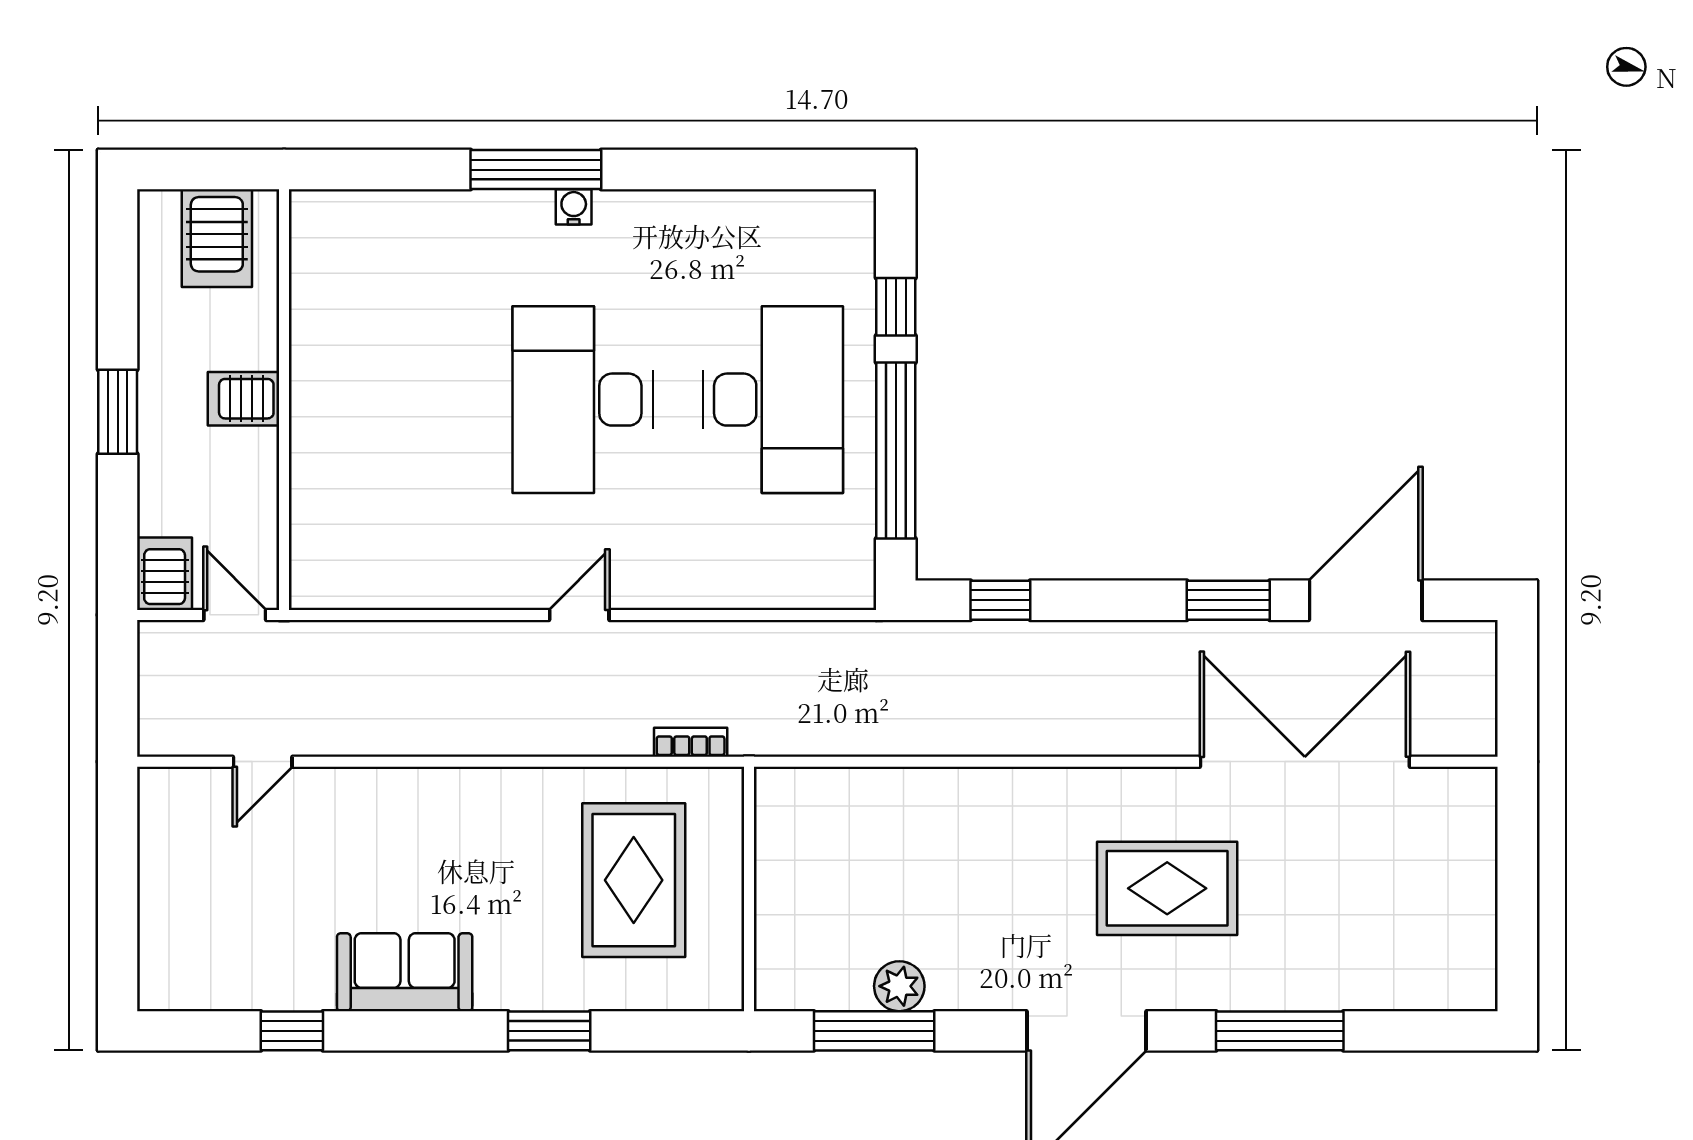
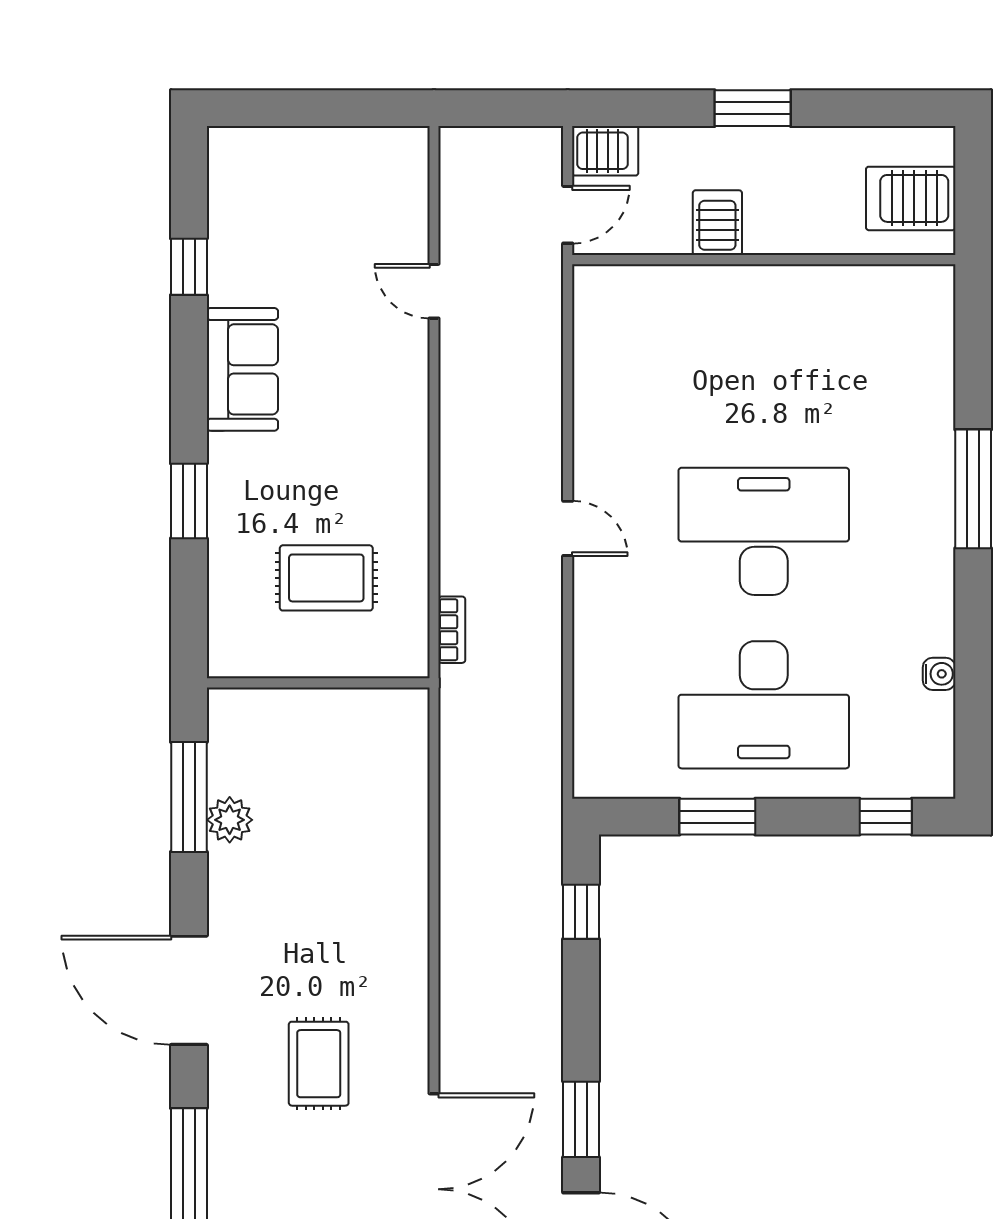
water cooler: (574, 207) -> (939, 674), moved
window: (896, 307) -> (886, 817), moved
server rack: (243, 399) -> (717, 223), moved
window: (896, 450) -> (717, 817), width x0.47
door: (263, 762) -> (434, 291), moved
rug: (634, 880) -> (326, 578), width x0.73, depth x0.70
rug: (1167, 888) -> (319, 1064), width x0.73, depth x0.70

